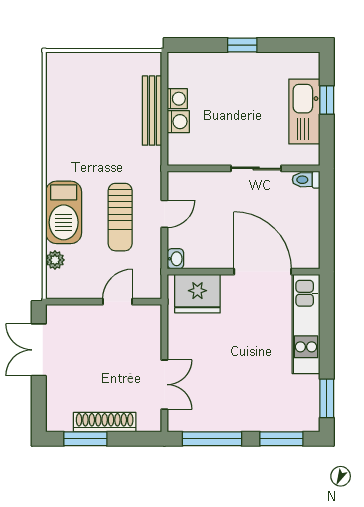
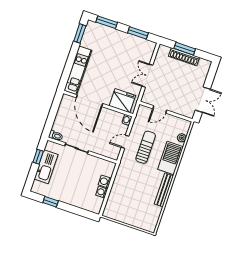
window: (242, 45) -> (51, 202), moved
window: (327, 100) -> (38, 157), moved
bench: (152, 111) -> (164, 190), moved
double door: (164, 385) -> (147, 76), moved
window: (85, 439) -> (185, 49), moved
window: (212, 439) -> (138, 33), width x0.69

